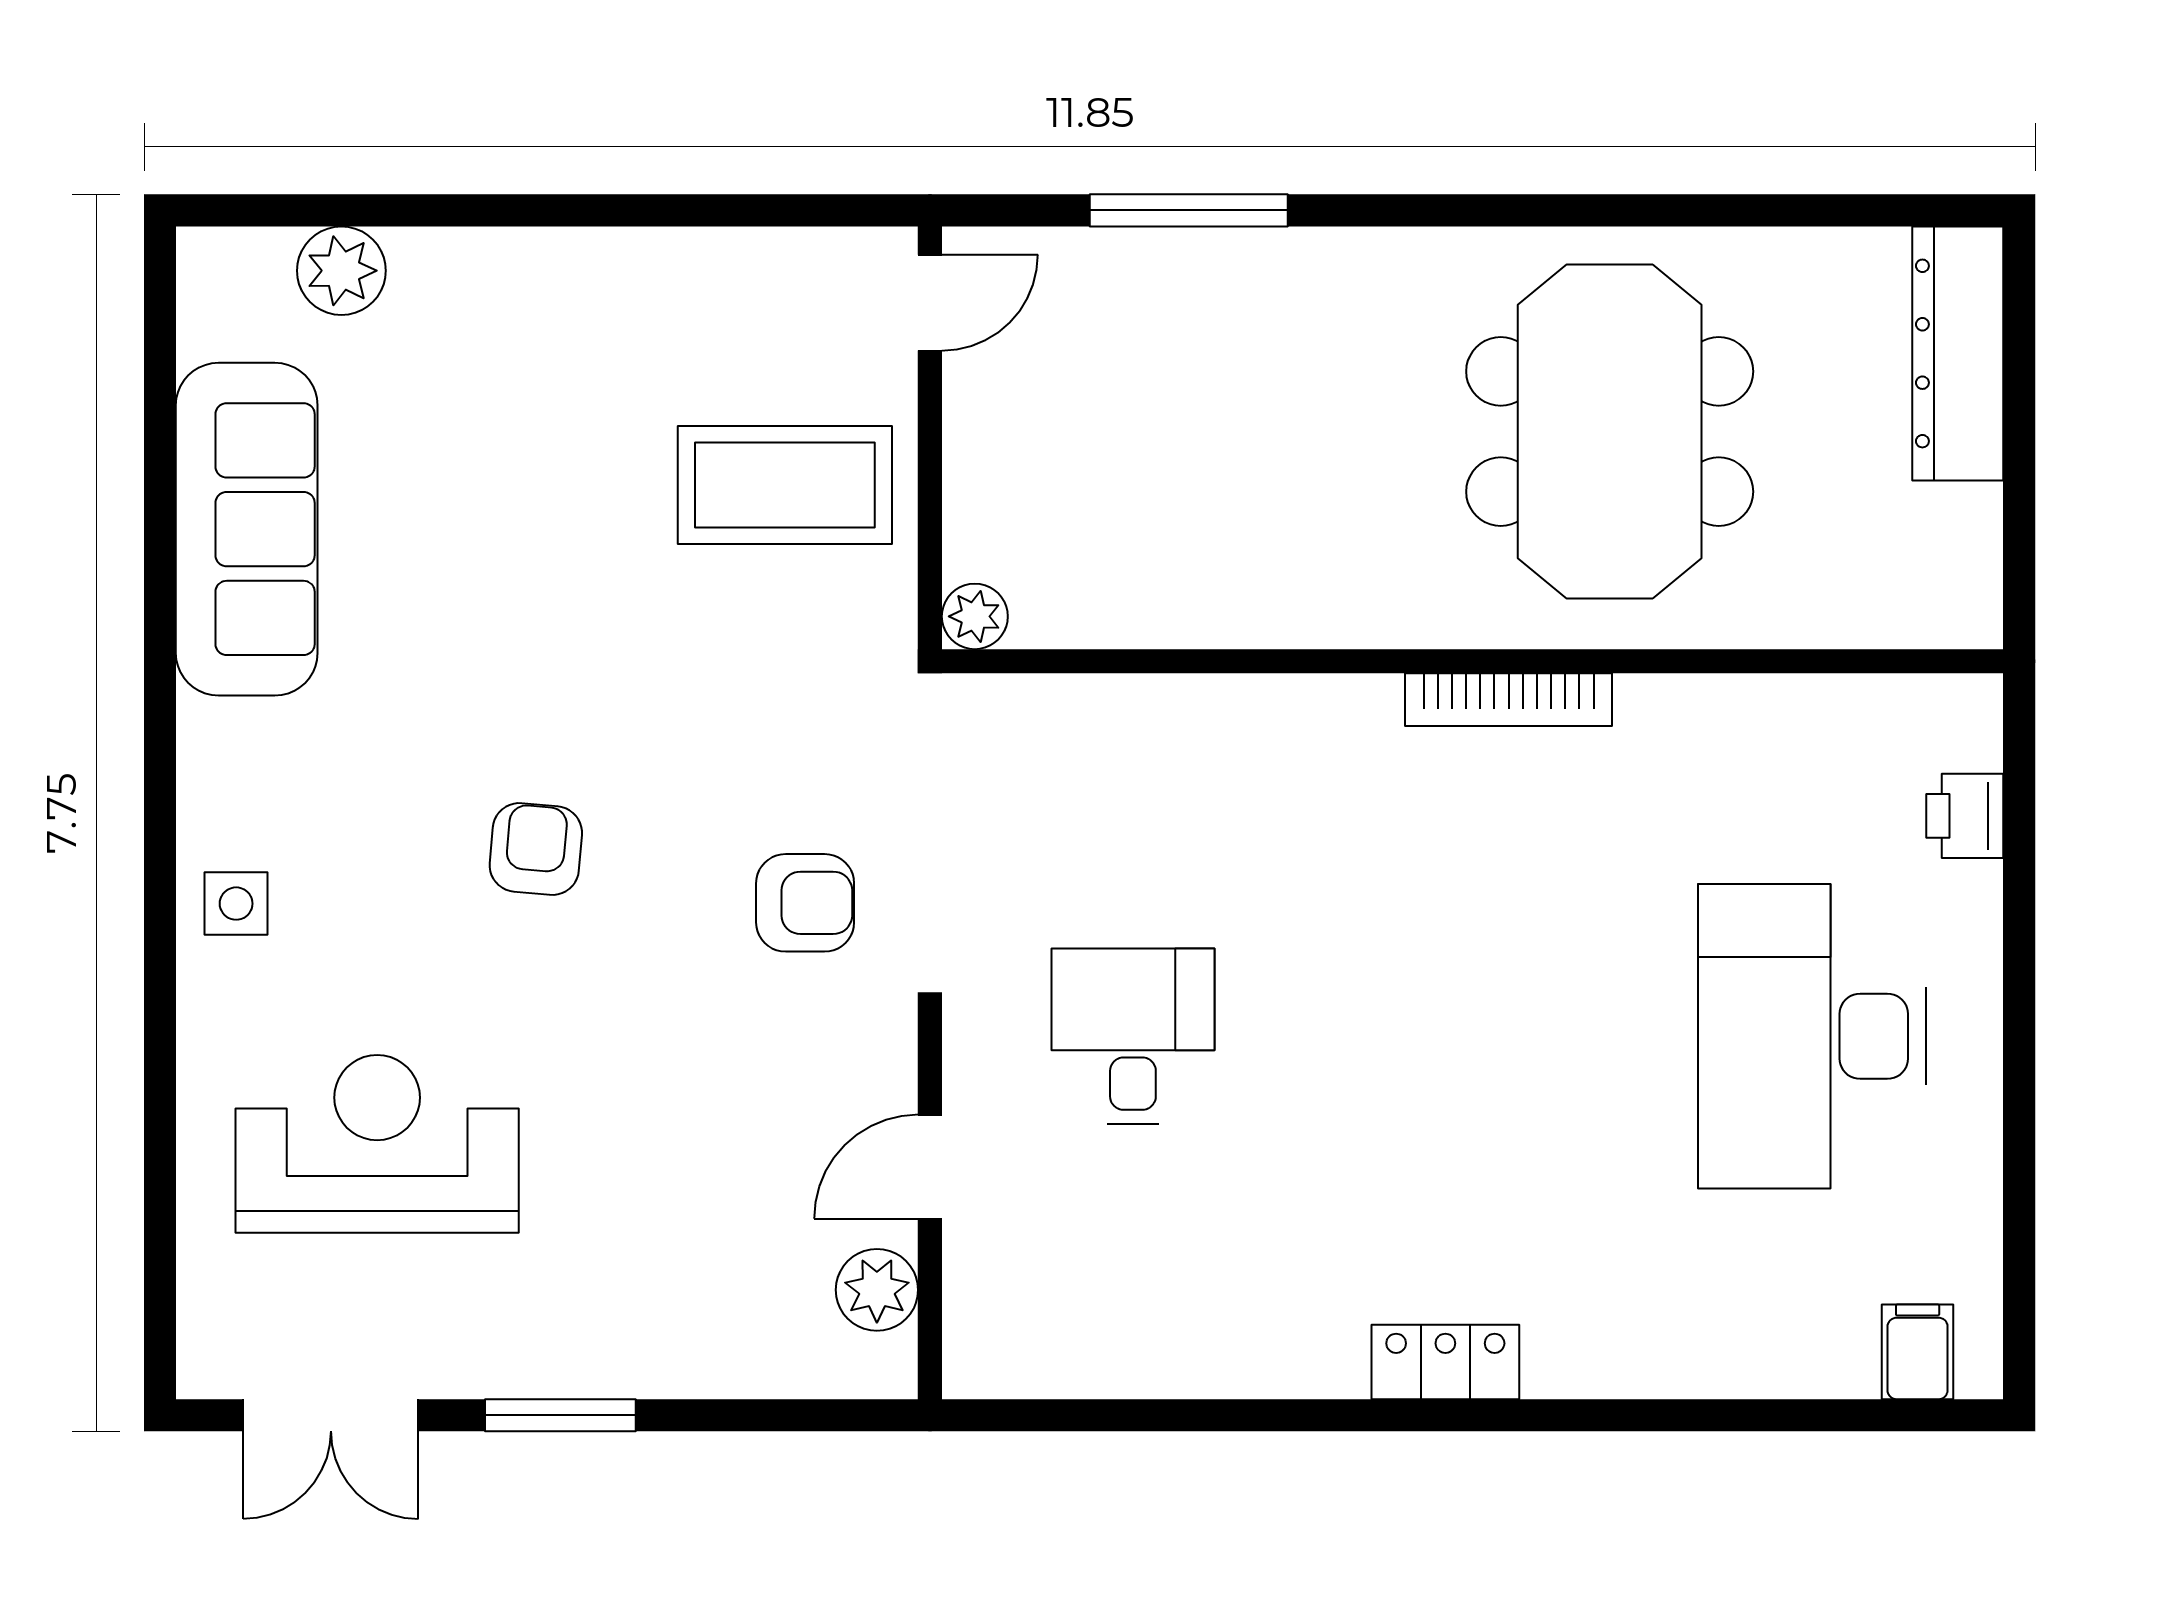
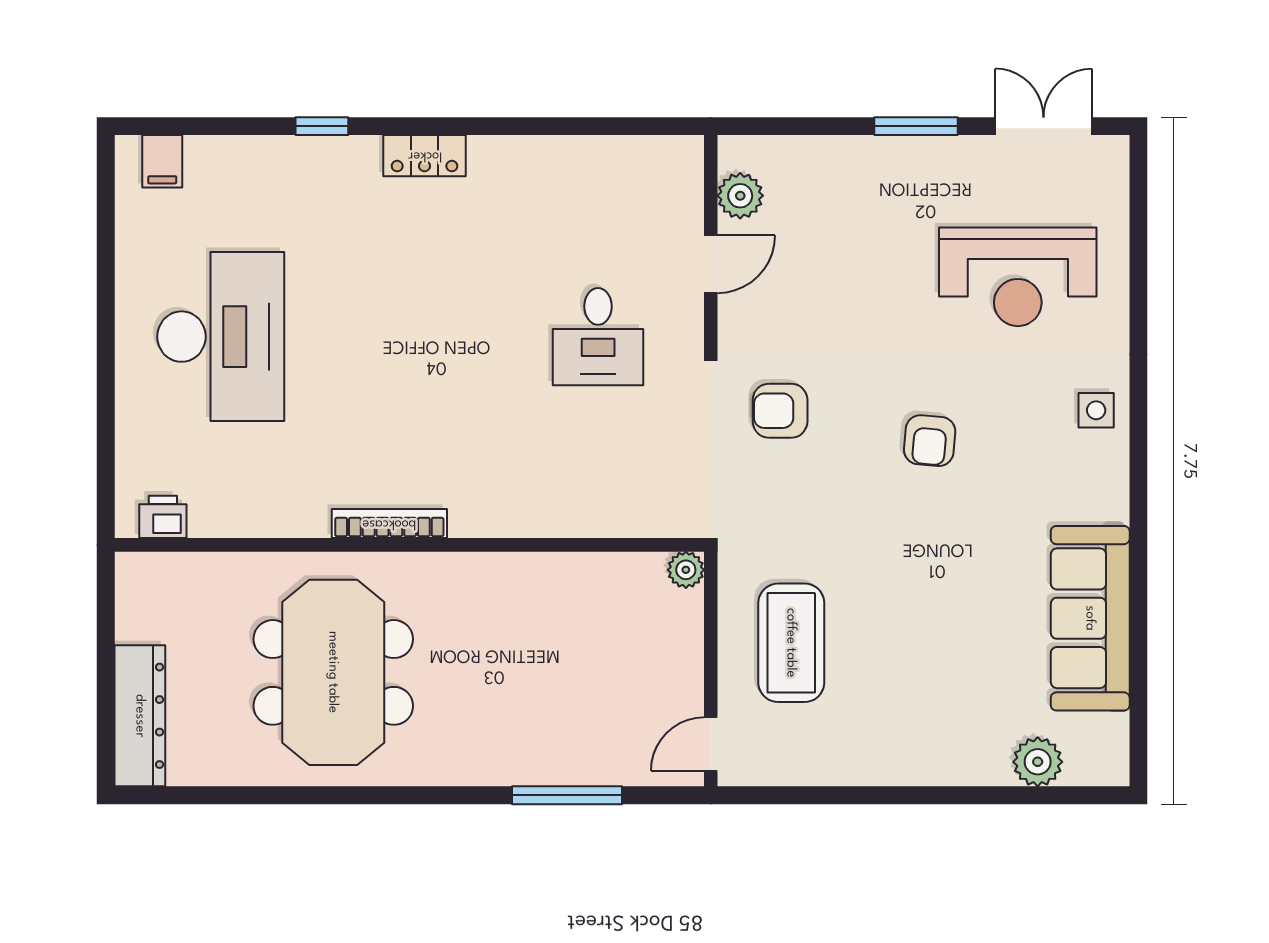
coffee table: (785, 485) -> (791, 643), turned 90
printer: (1965, 816) -> (163, 517), moved, turned -90
window: (1630, 1415) -> (322, 126), added

